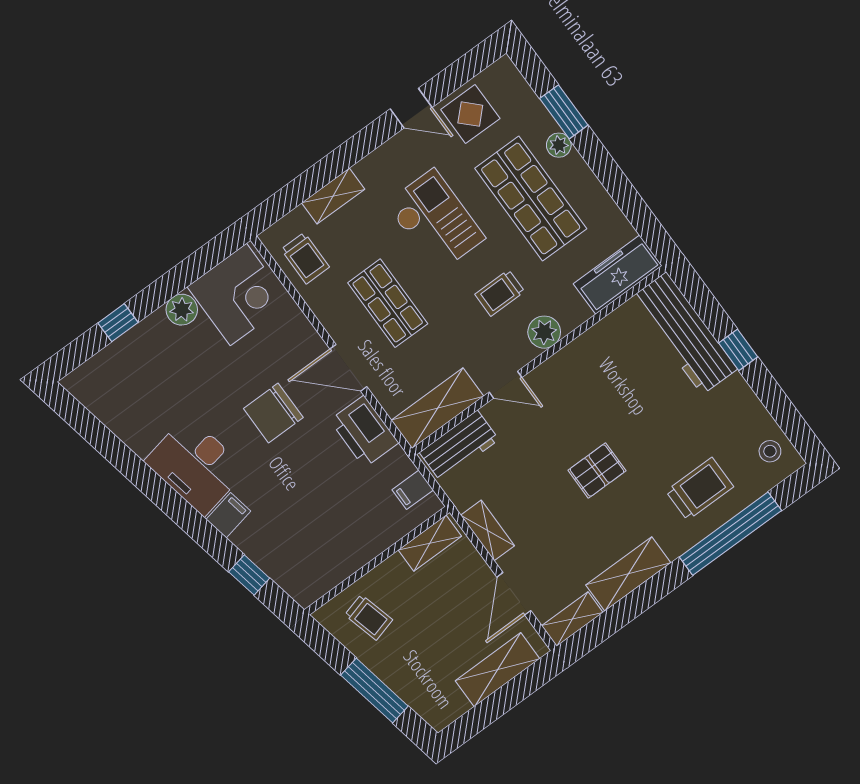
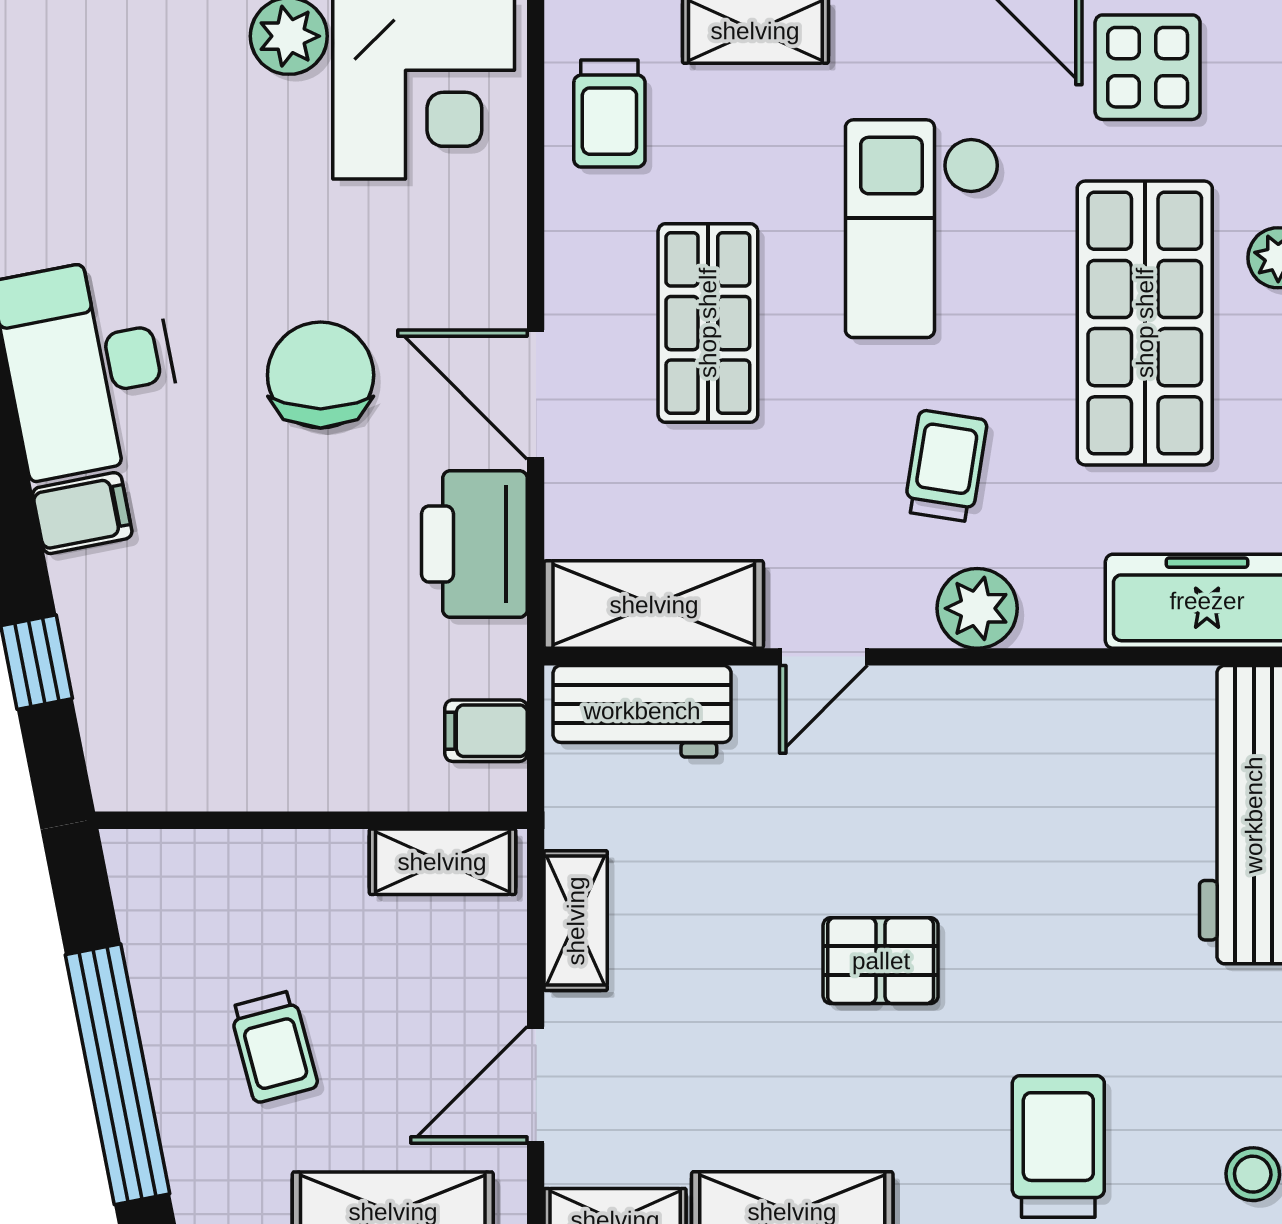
checkout: (435, 221) -> (922, 229), turned 180
trolley: (500, 293) -> (946, 466), turned 99
door: (506, 385) -> (823, 657), hinge flipped
chair: (273, 413) -> (321, 375), turned 90
trolley: (700, 489) -> (1058, 1147), turned -90
trolley: (369, 617) -> (274, 1047), moved
window: (374, 691) -> (118, 1074), width x1.46

